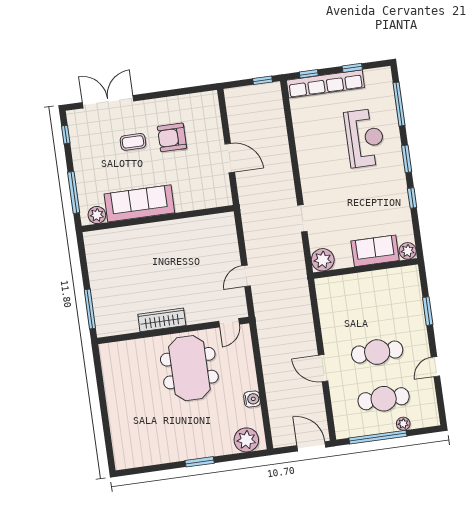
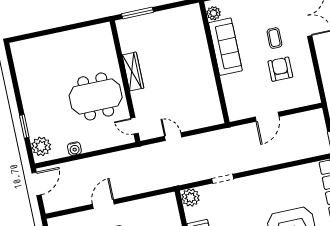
door: (311, 446) -> (37, 184), moved
window: (200, 462) -> (24, 126), moved

